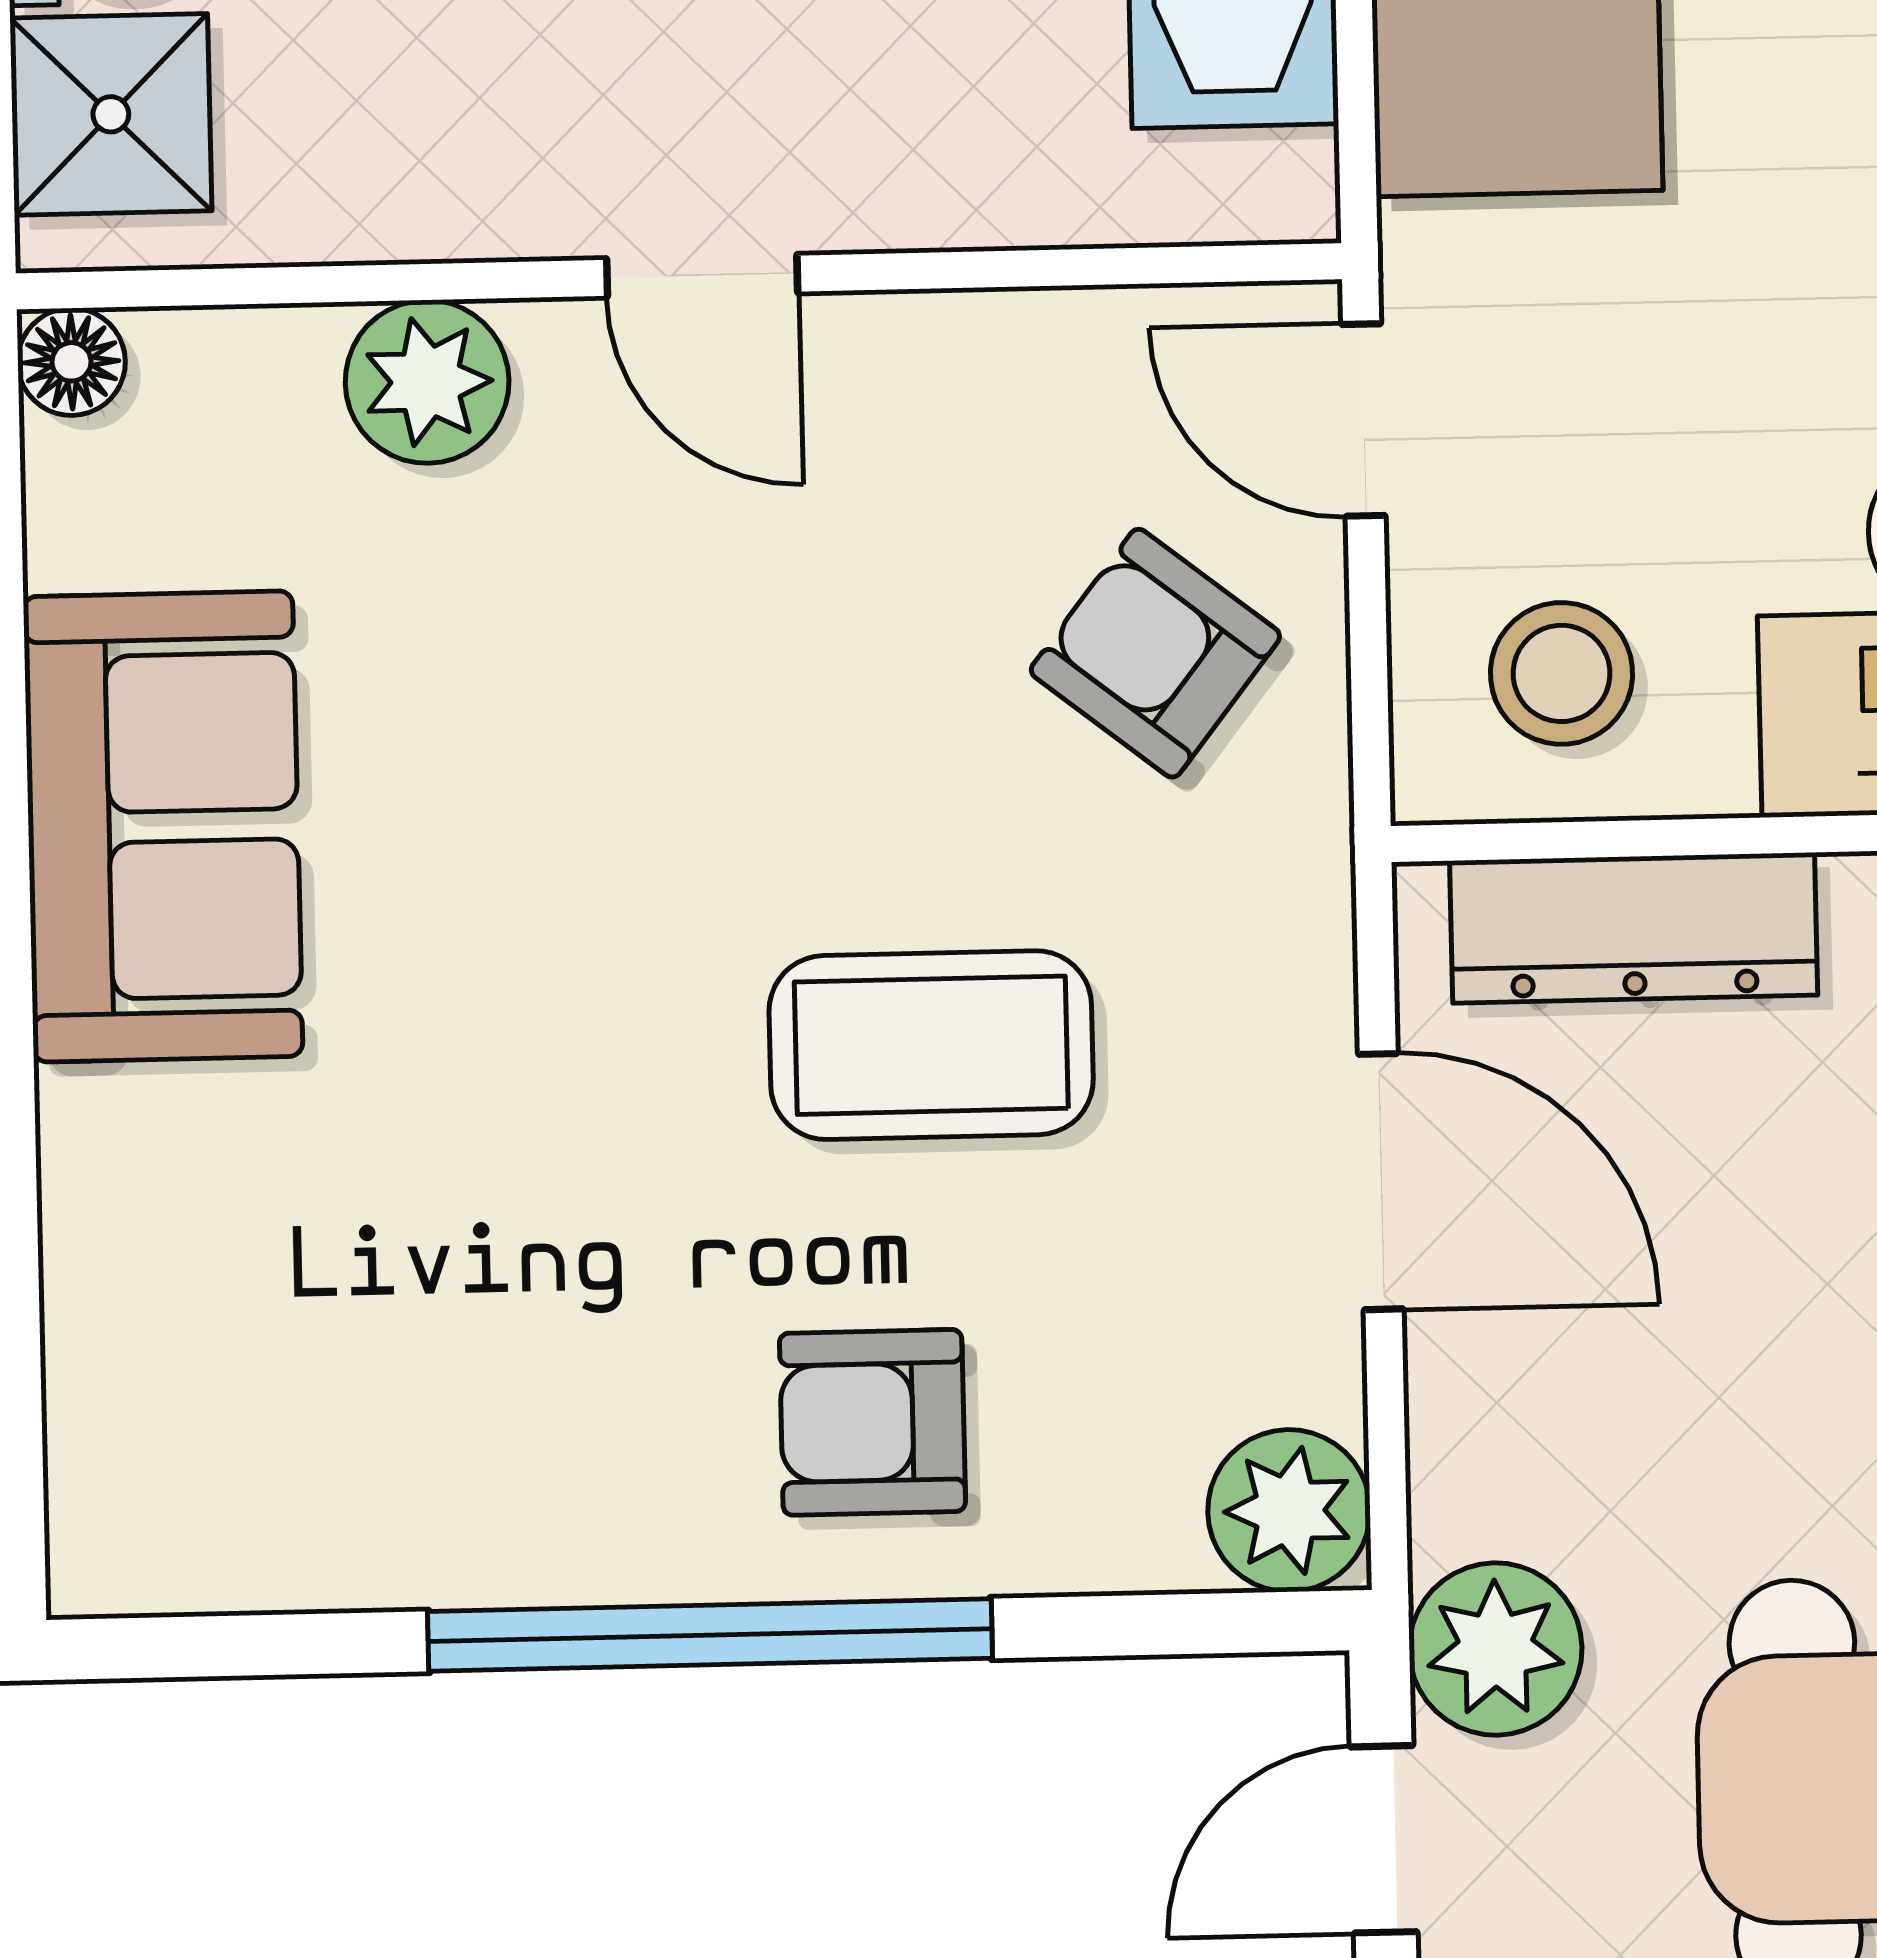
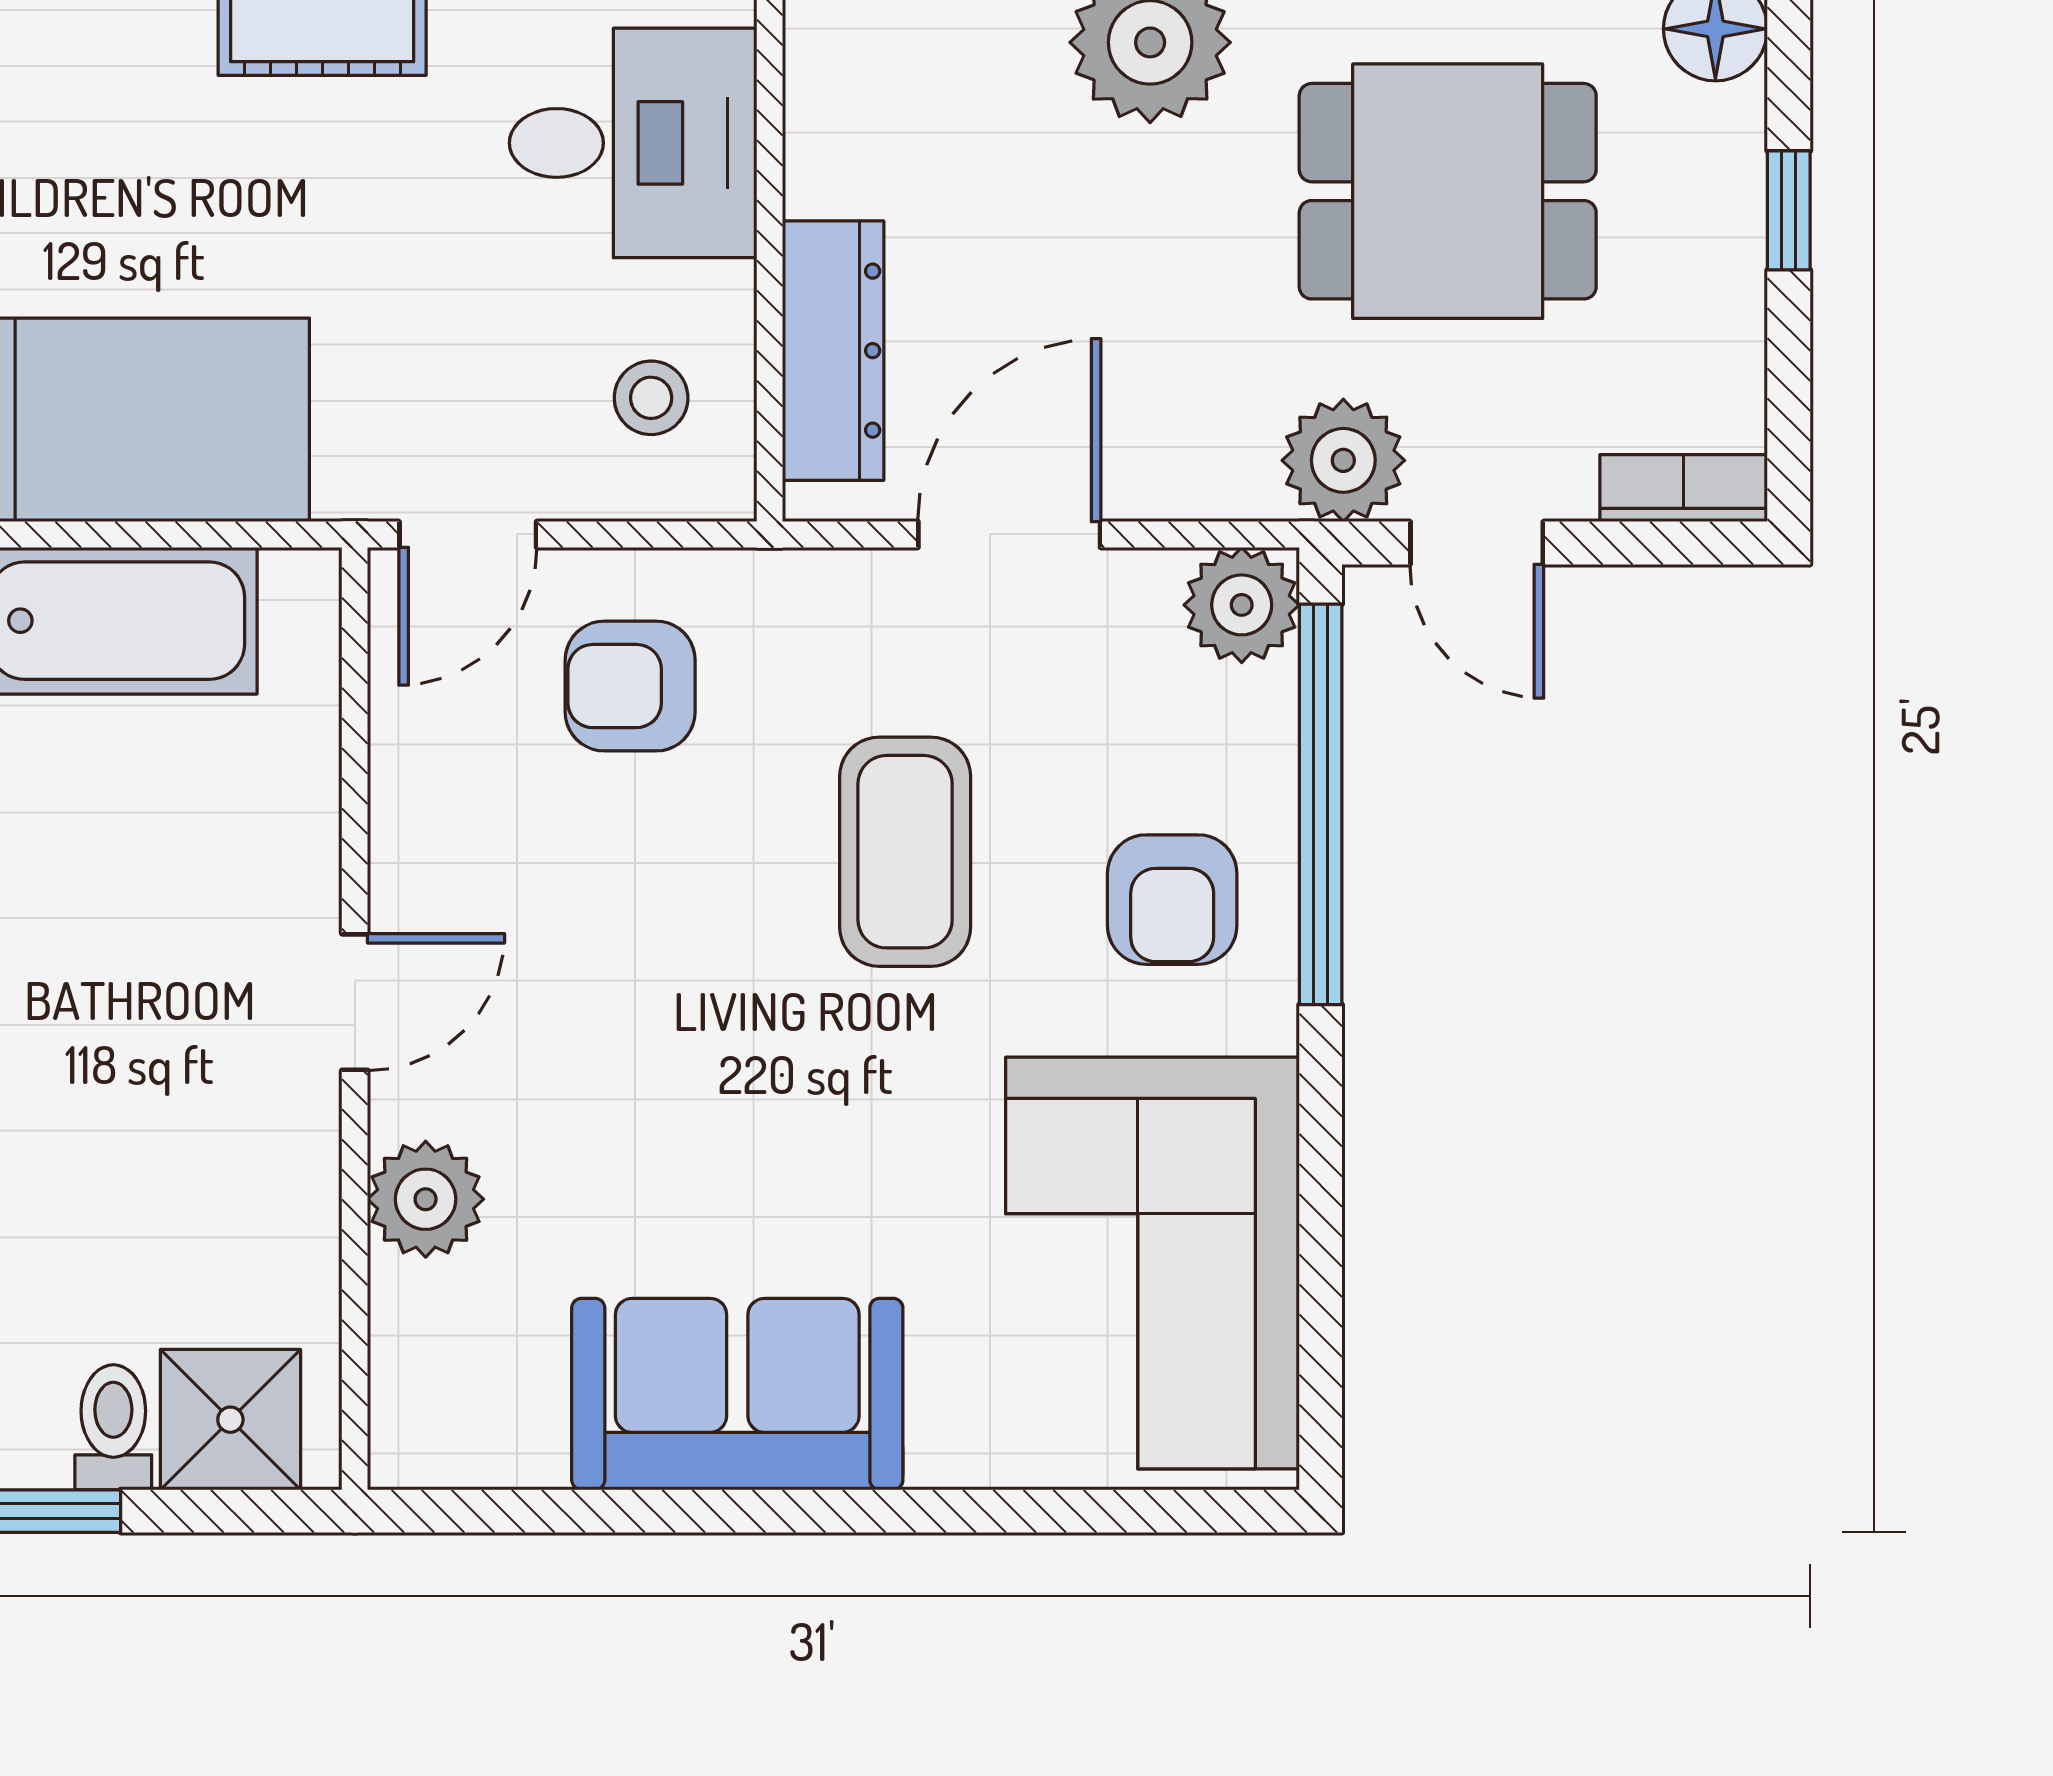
floor lamp: (71, 362) -> (406, 1452), removed
armchair: (1155, 653) -> (630, 686), turned 52
stool: (1561, 673) -> (651, 398), width x0.73, depth x0.73
corner sofa: (360, 1406) -> (1152, 1263), added
window: (710, 1635) -> (1321, 804), moved

